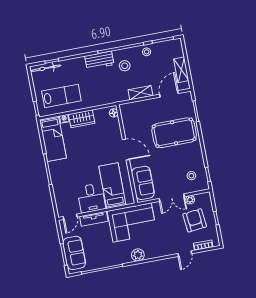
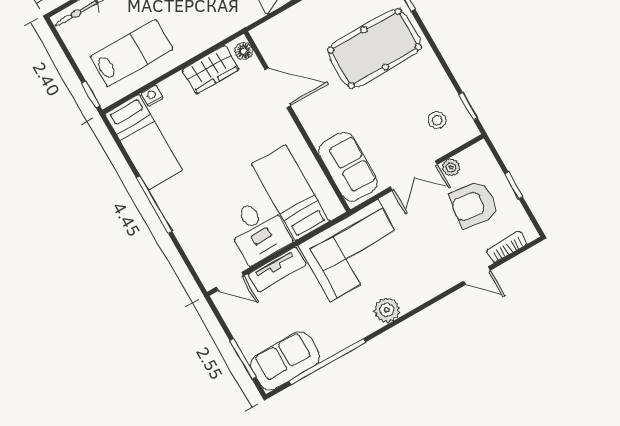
wardrobe: (82, 119) -> (210, 70), moved
door: (126, 150) -> (278, 88), moved
door: (70, 217) -> (230, 282), hinge flipped
armchair: (195, 220) -> (474, 204), turned -76
sofa: (74, 253) -> (285, 361), moved, turned -90
door: (185, 254) -> (477, 276), hinge flipped

